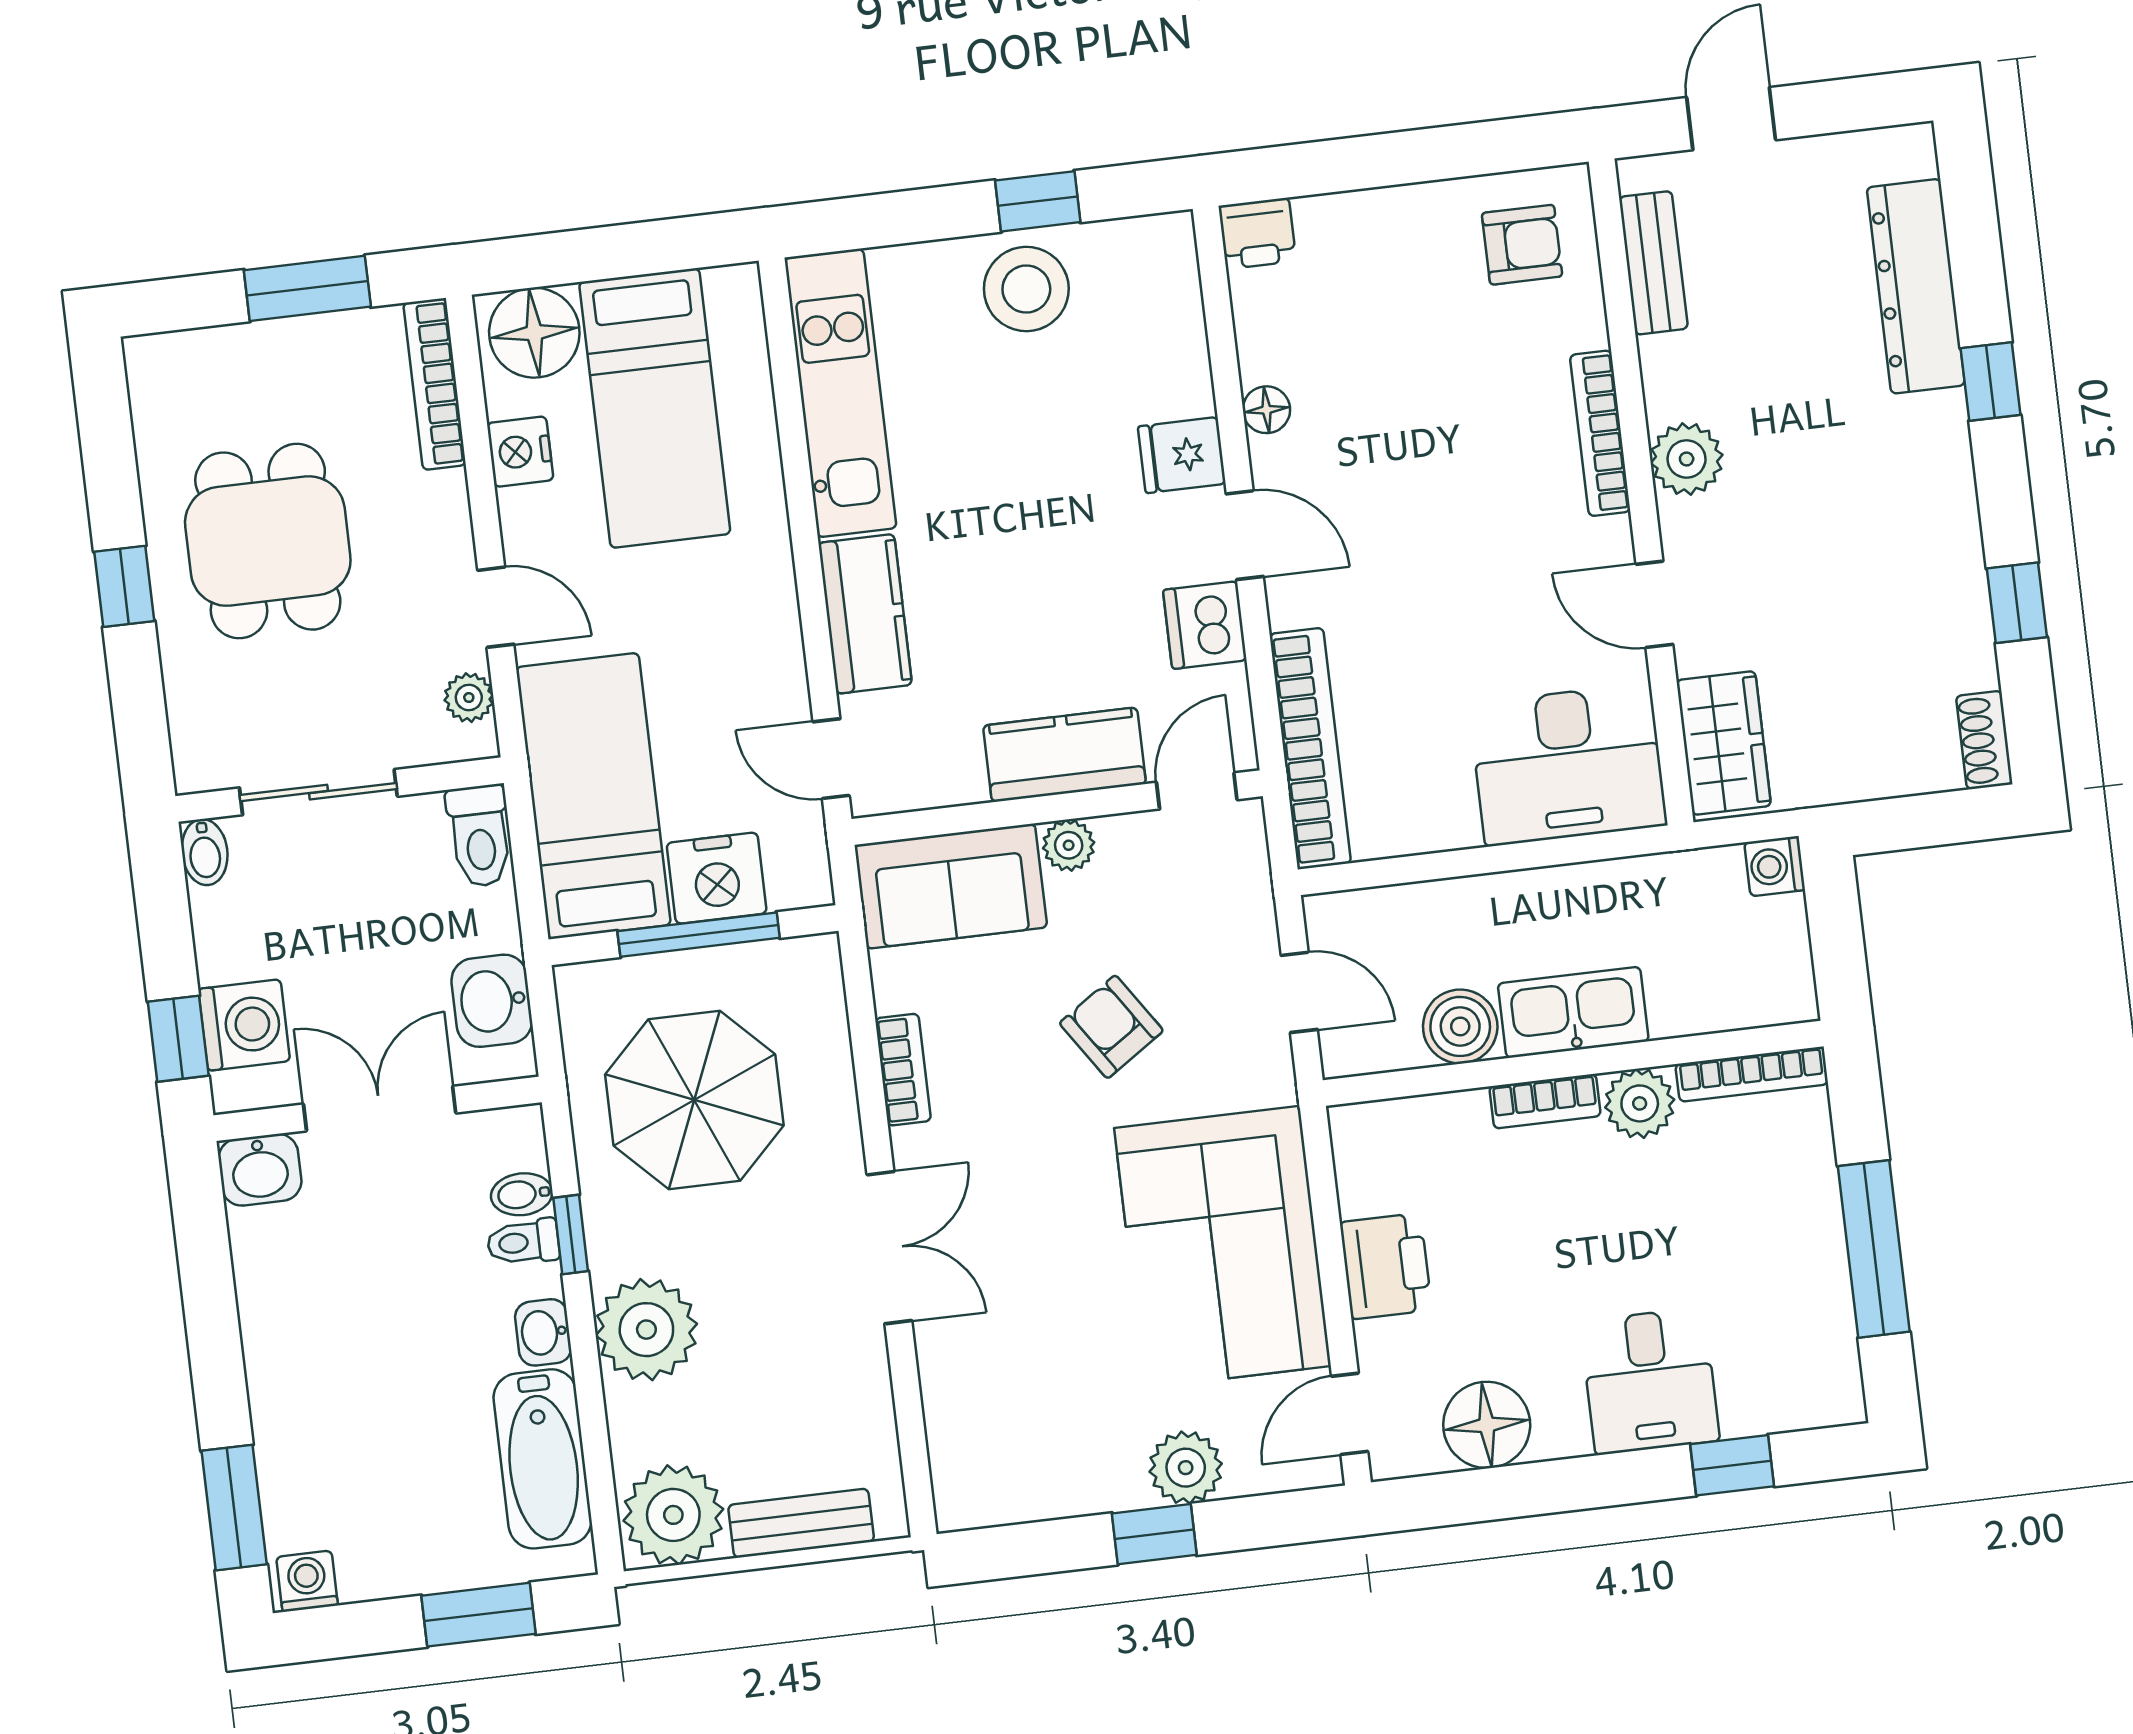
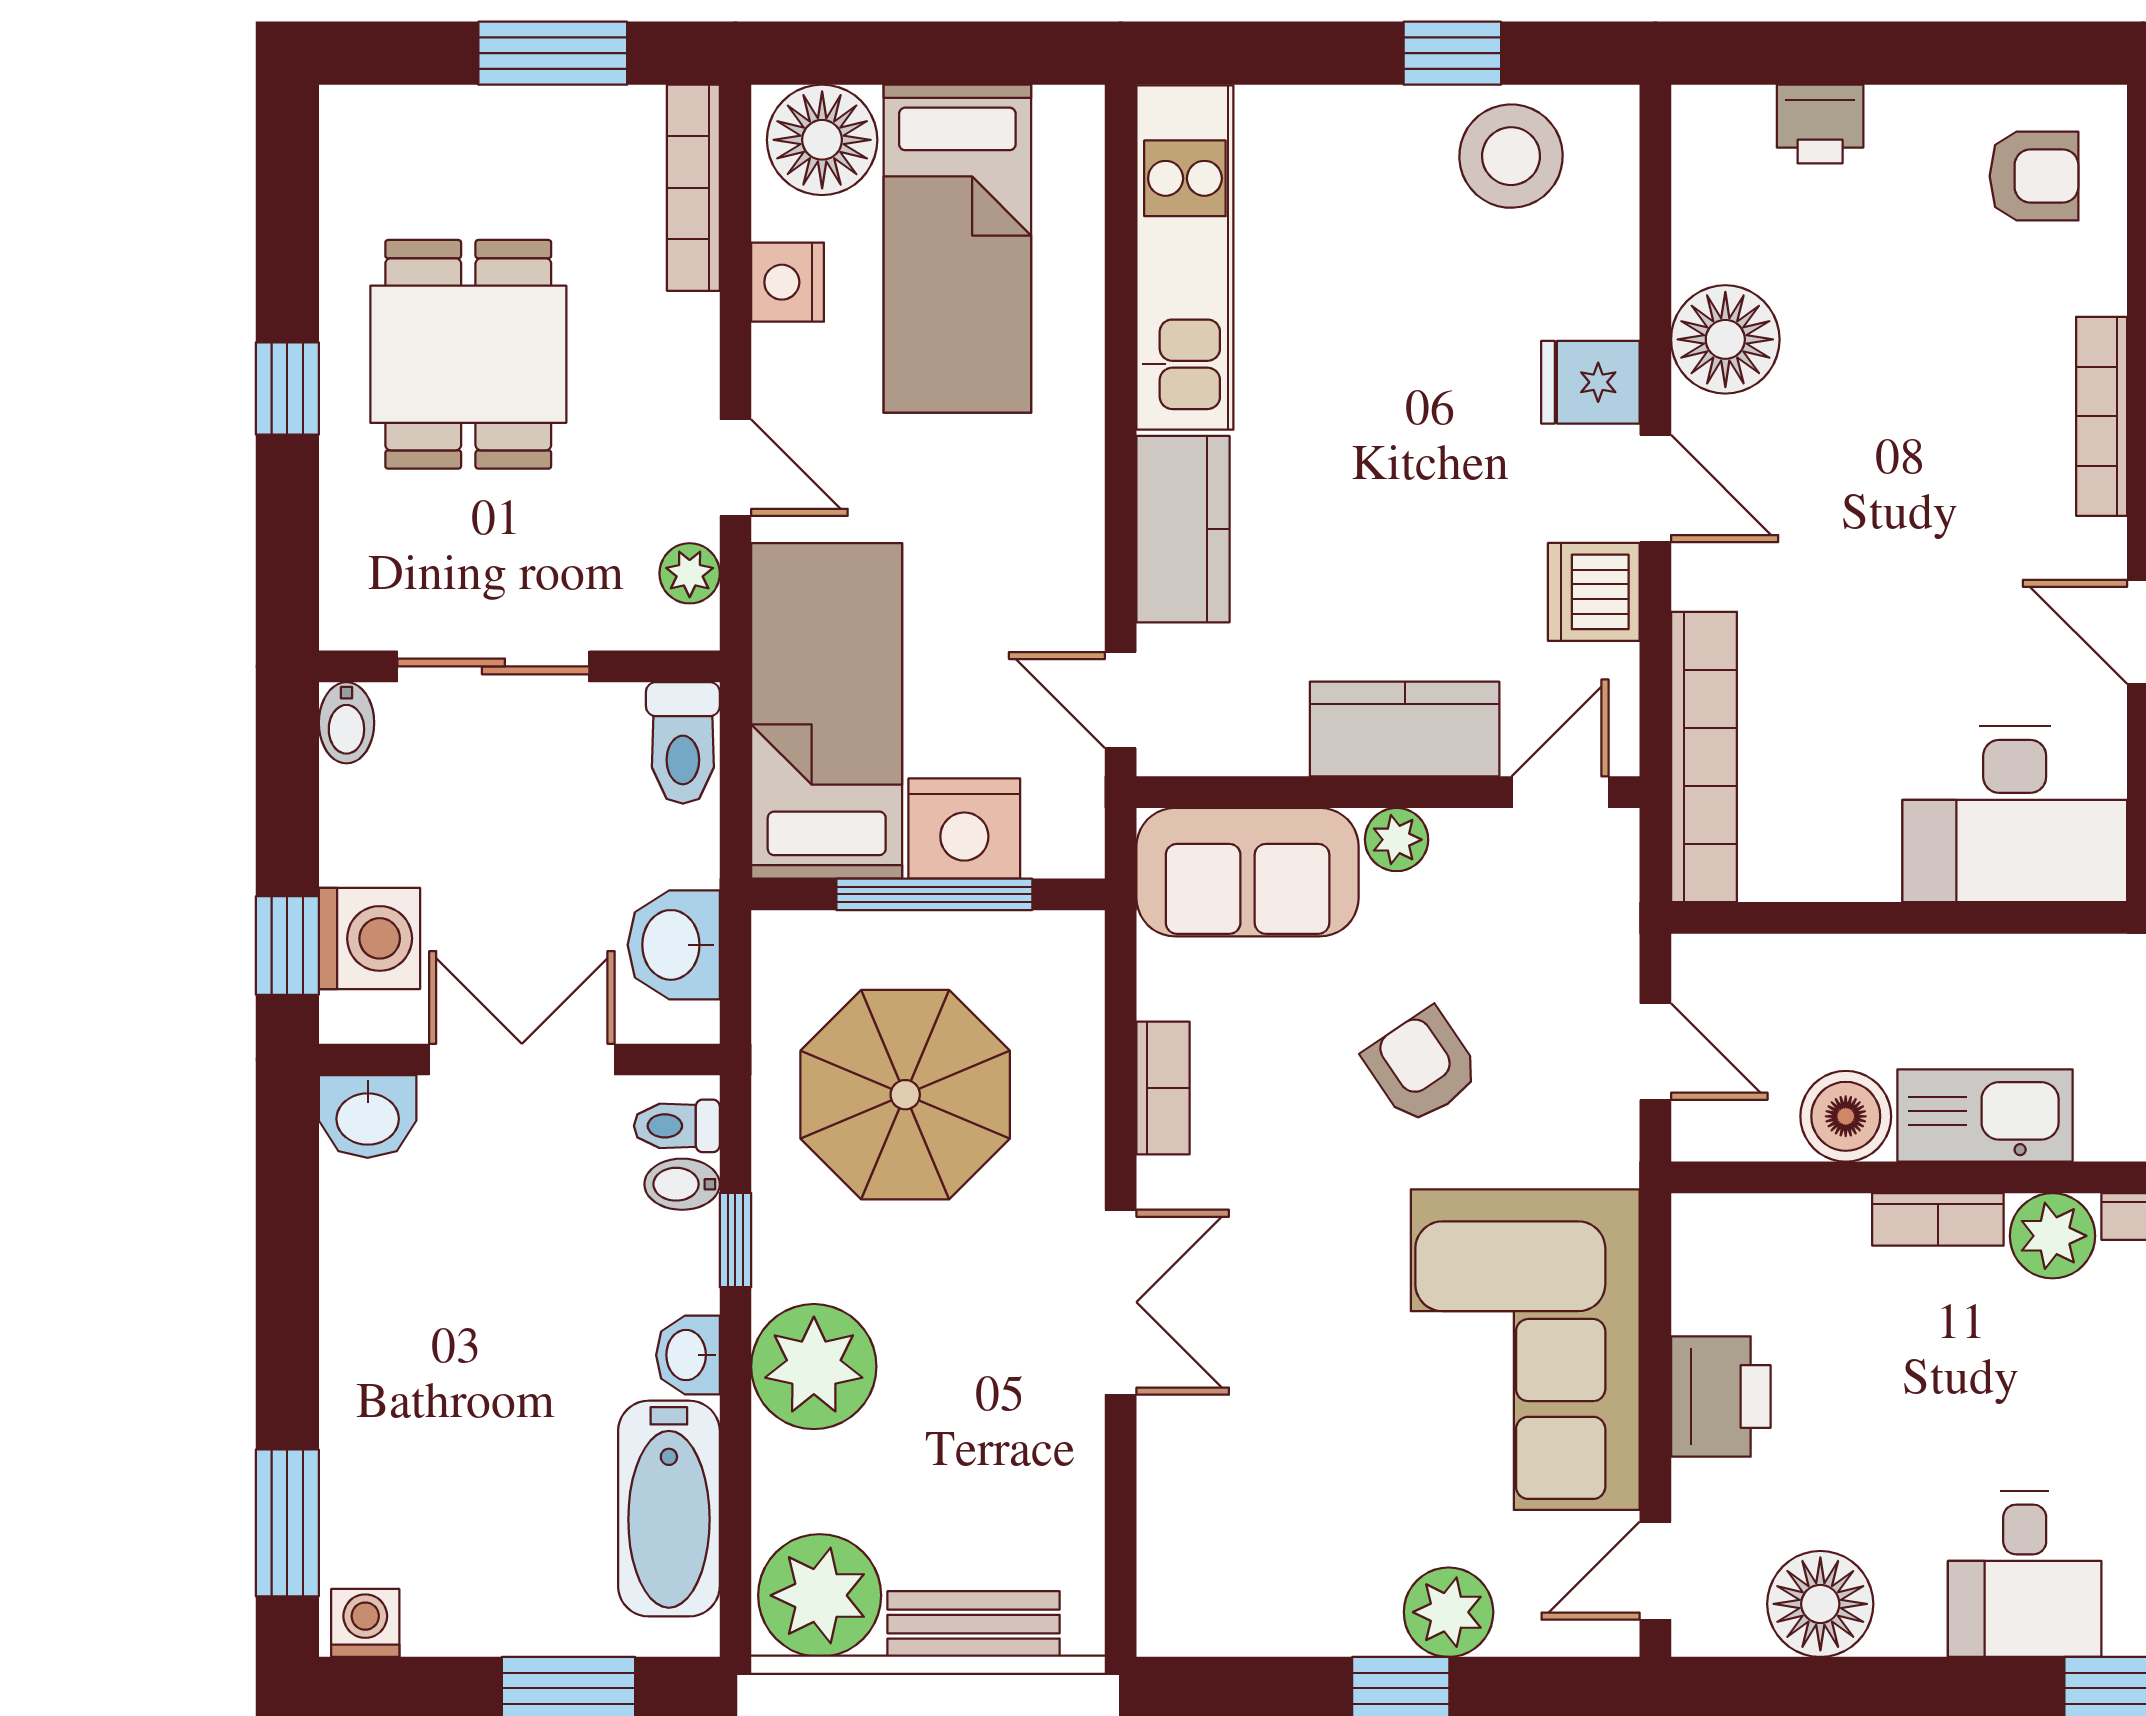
printer: (1257, 233) -> (1820, 124), moved
stool: (1026, 289) -> (1511, 156), moved
floor lamp: (1266, 410) -> (1725, 339), width x1.89, depth x1.89
toilet: (523, 1242) -> (677, 1126), moved

